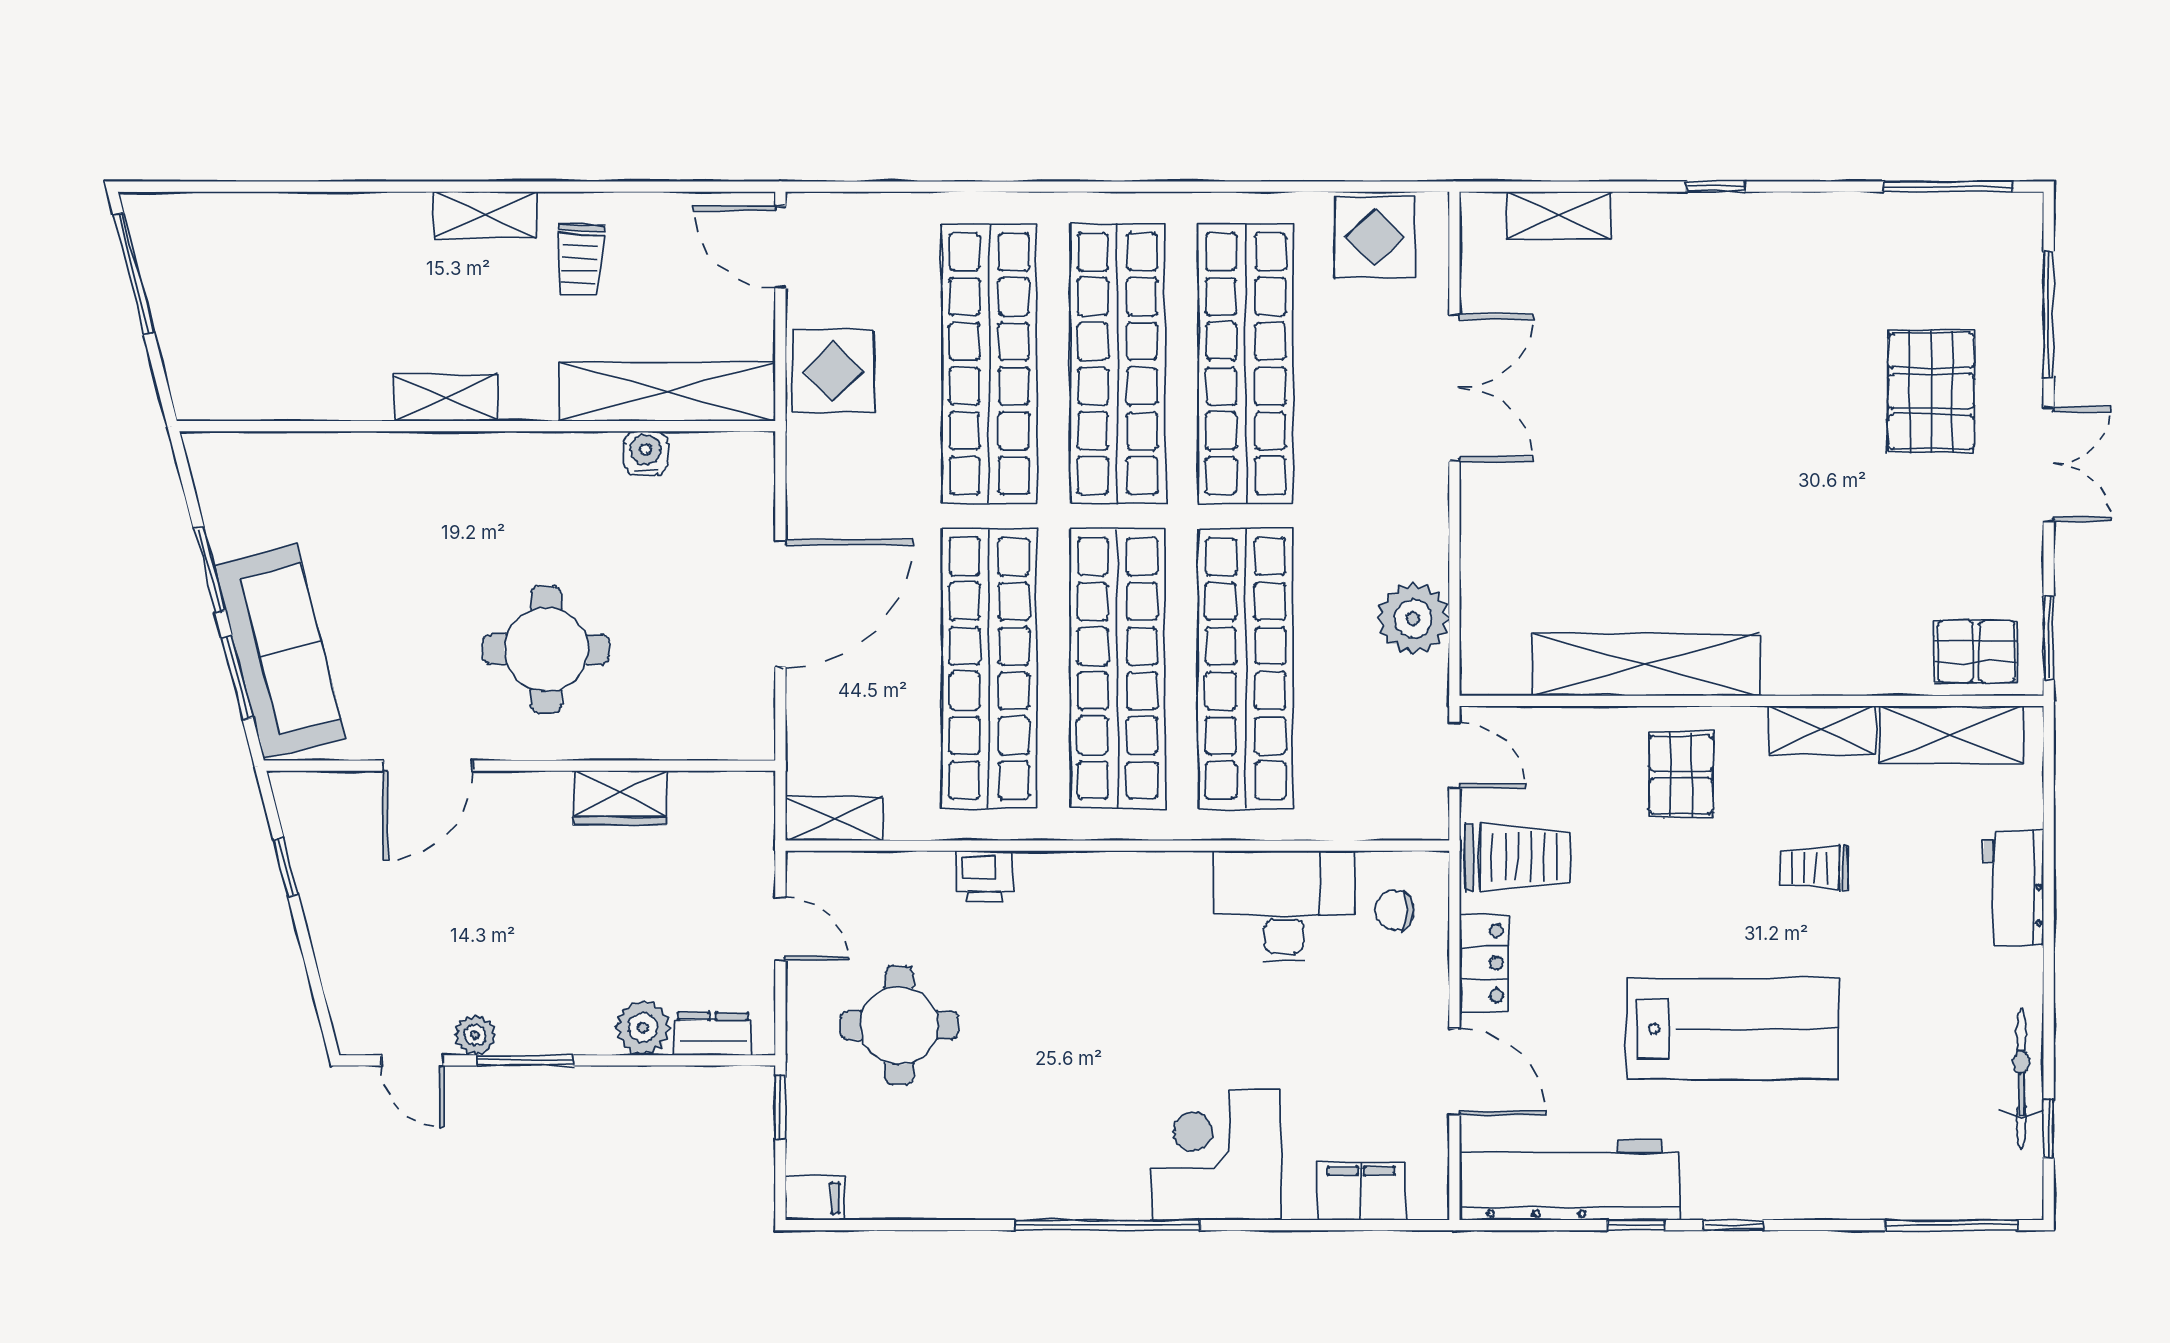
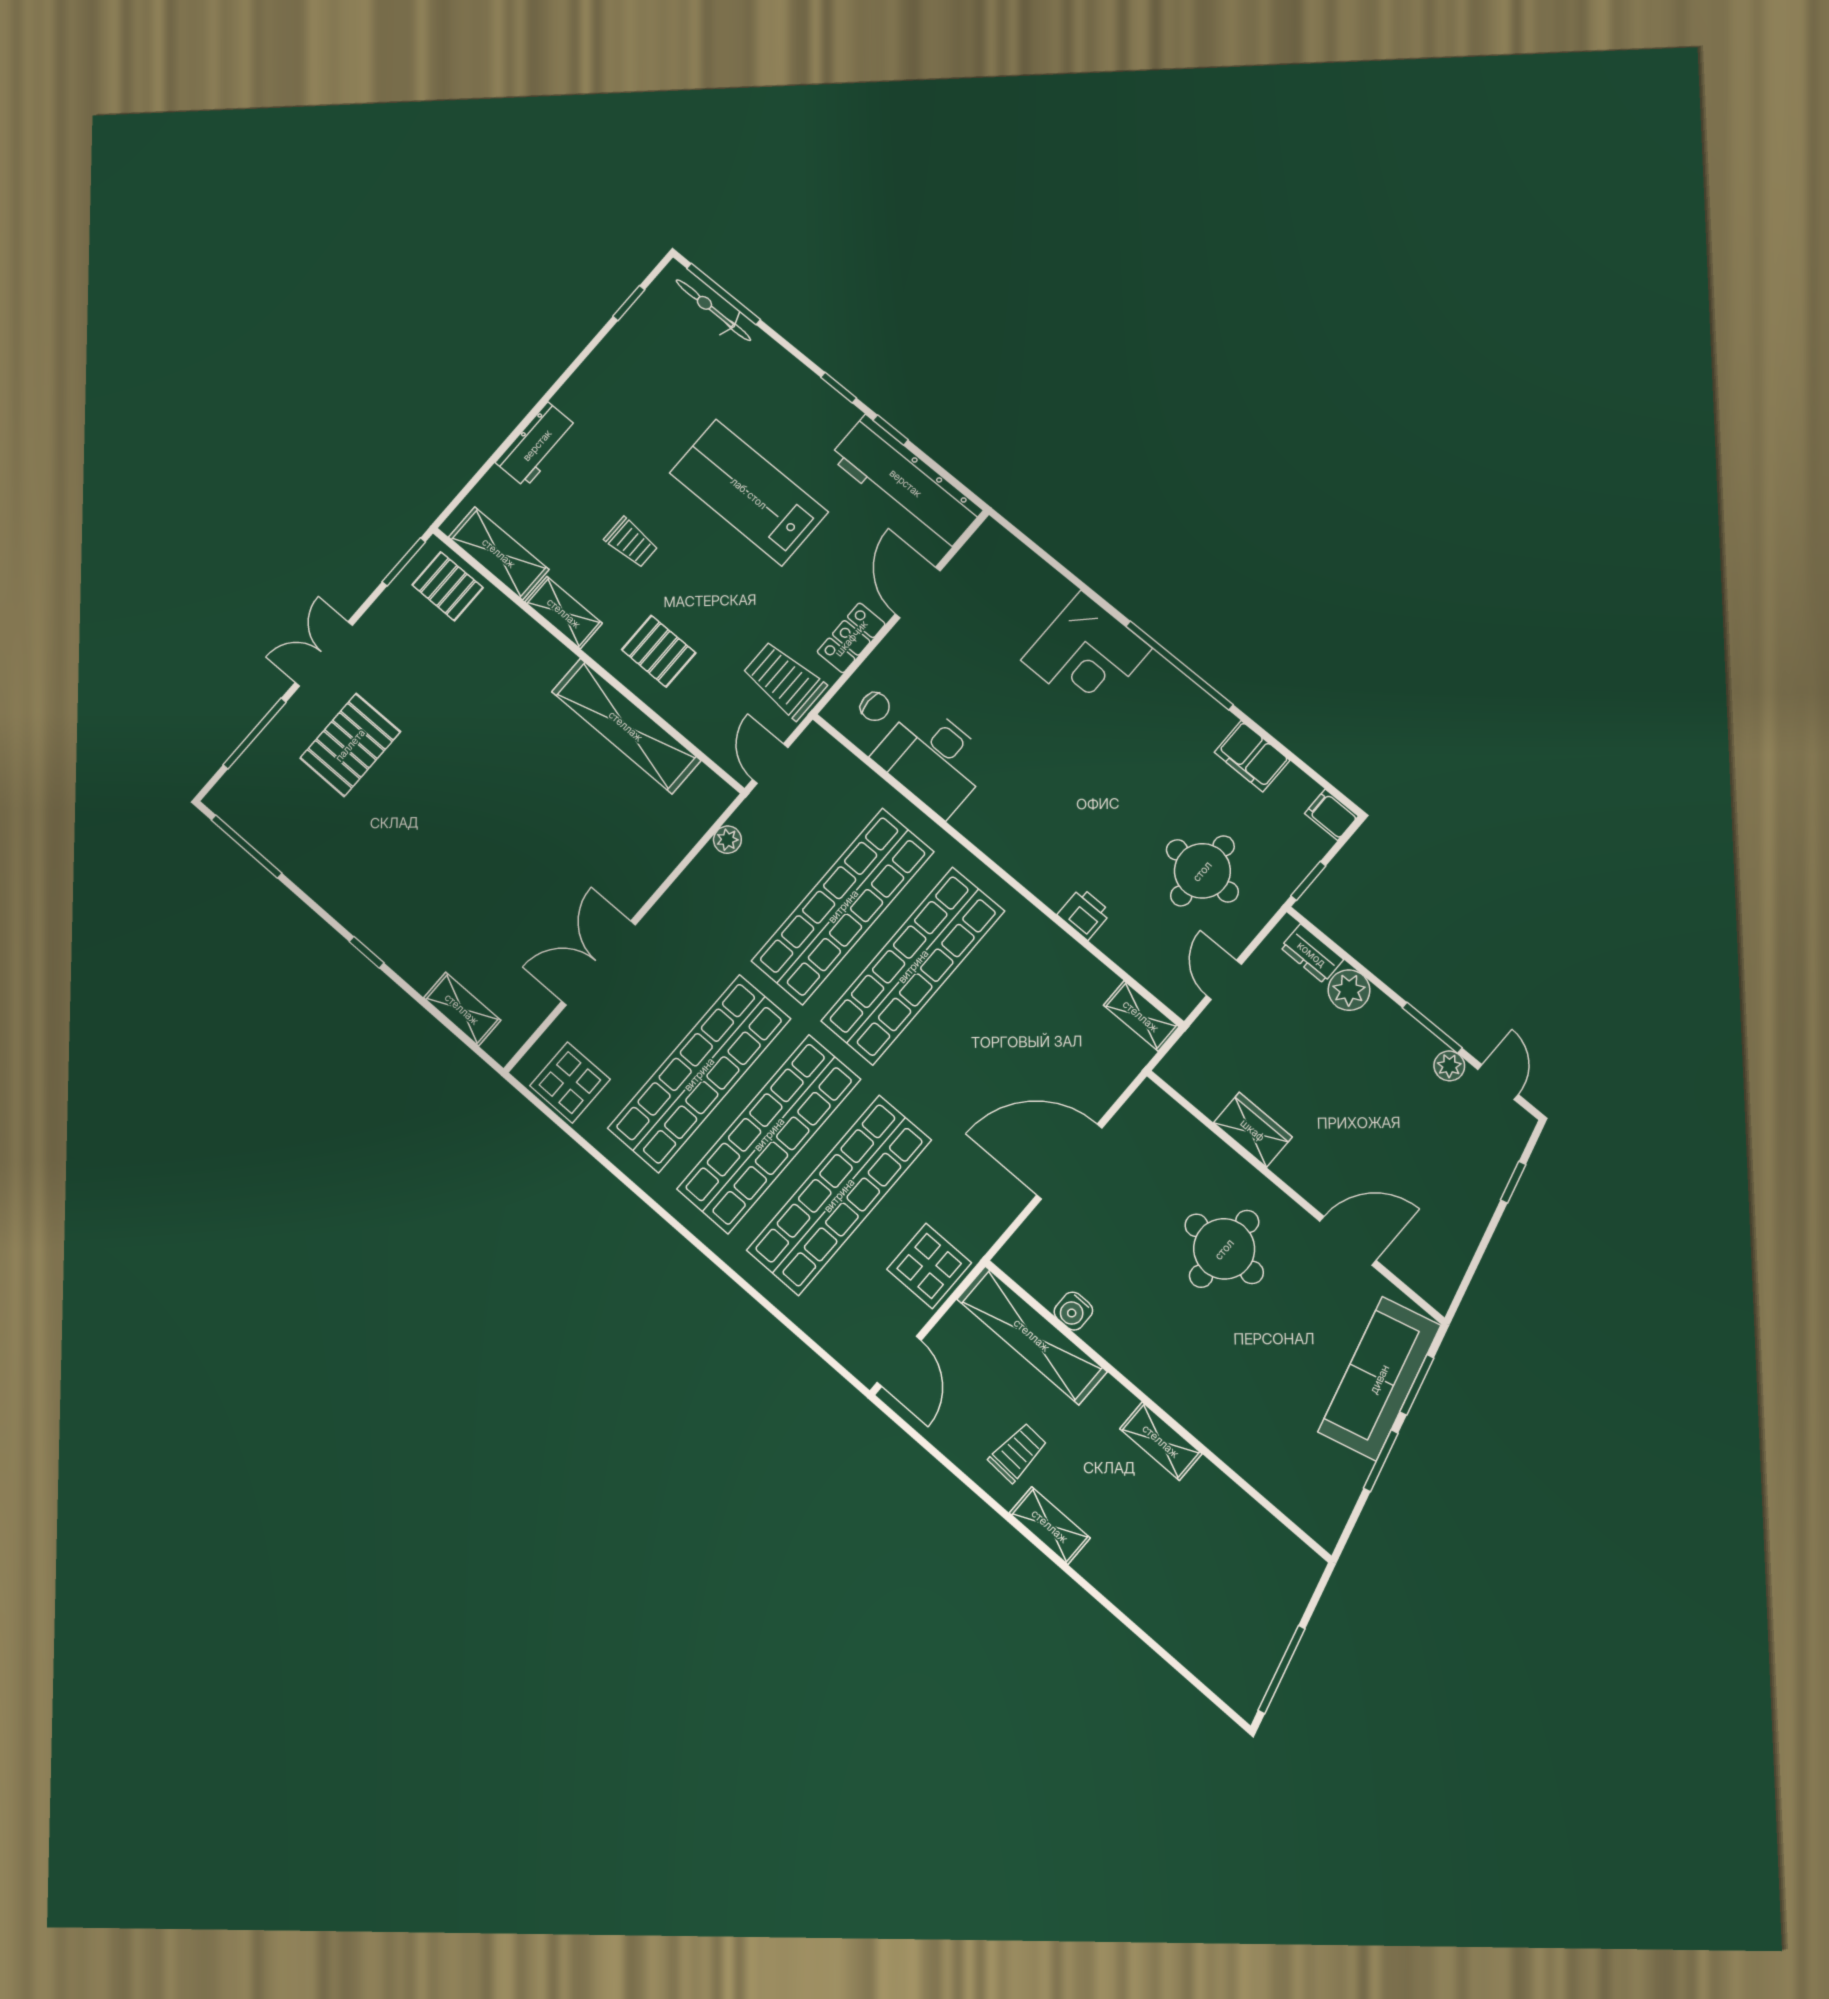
plant: (1413, 618) -> (727, 840), width x0.53, depth x0.53
shop shelf: (989, 668) -> (984, 1026), removed
pallet: (1681, 775) -> (659, 651), turned 90
window: (286, 867) -> (1513, 1182), moved
bicycle: (2021, 1079) -> (713, 310), moved, turned 90
filing cabinet: (1361, 1191) -> (1252, 756), moved

